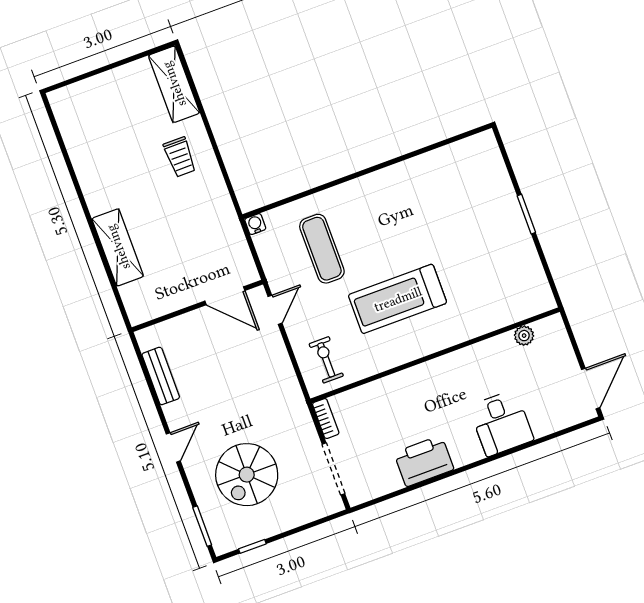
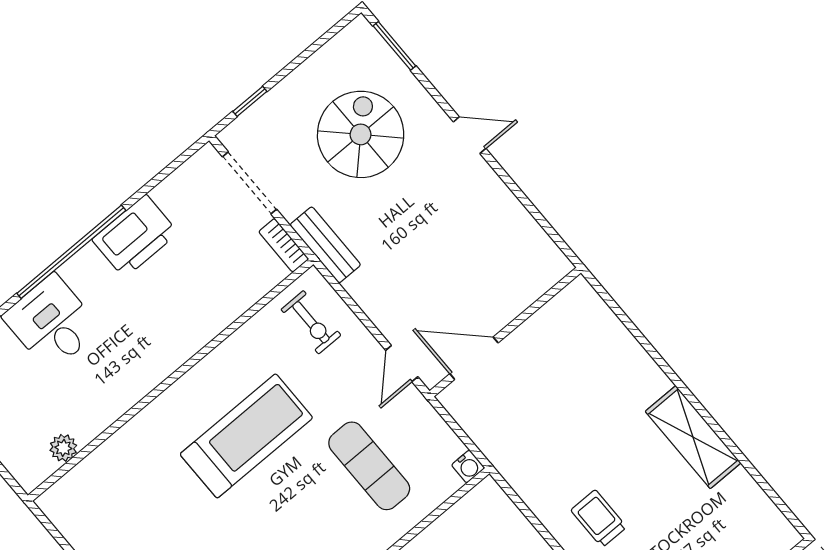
shelving: (118, 247) -> (693, 437), moved
bench: (161, 376) -> (325, 245), moved
door: (173, 447) -> (470, 135), swing flipped
window: (471, 466) -> (71, 252), added
window: (252, 546) -> (250, 101), moved

